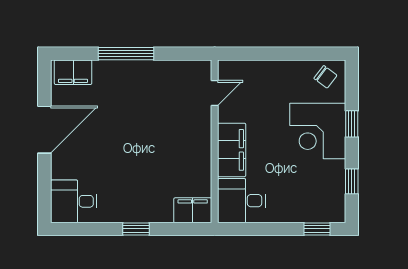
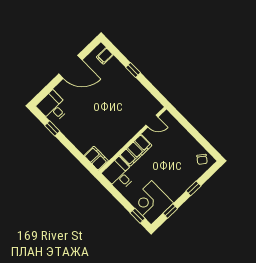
window: (126, 54) -> (133, 70), width x0.46
filing cabinet: (73, 72) -> (105, 56), width x0.50
corner desk: (318, 131) -> (151, 203), moved
window: (136, 229) -> (52, 128), moved

